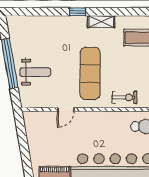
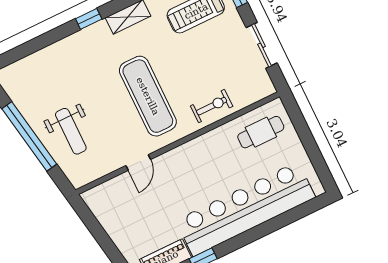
weight bench: (35, 72) -> (71, 131), turned 90

